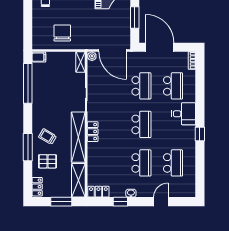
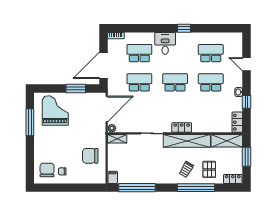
window: (28, 147) -> (196, 188), width x1.46

